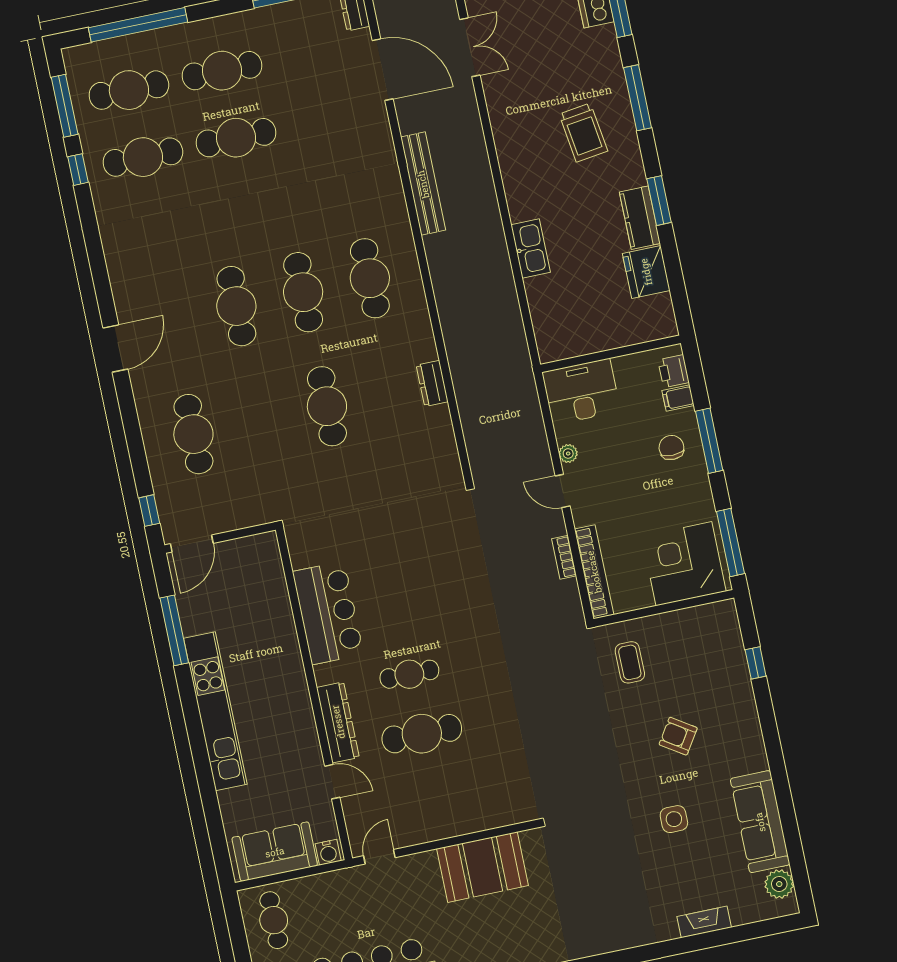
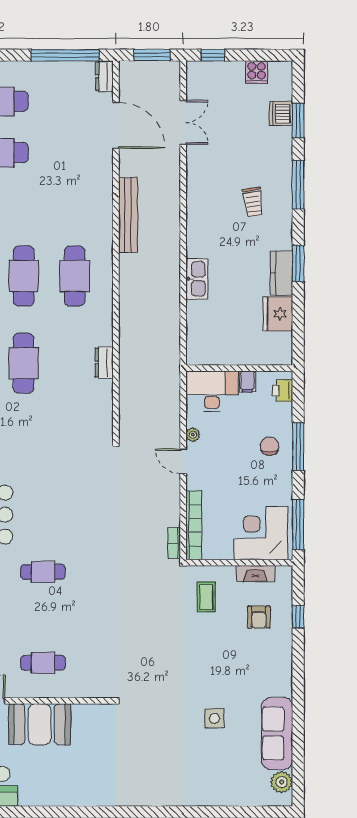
trolley: (583, 133) -> (253, 202), width x0.73, depth x0.72
filing cabinet: (678, 398) -> (247, 382), moved, turned -90
bookcase: (564, 557) -> (174, 543), moved
cafe table: (422, 734) -> (43, 663), moved, width x0.73, depth x0.74
armchair: (678, 736) -> (259, 617), moved, turned -123
booth: (483, 867) -> (40, 724), moved
fireplace: (704, 922) -> (255, 574), moved, turned 180

